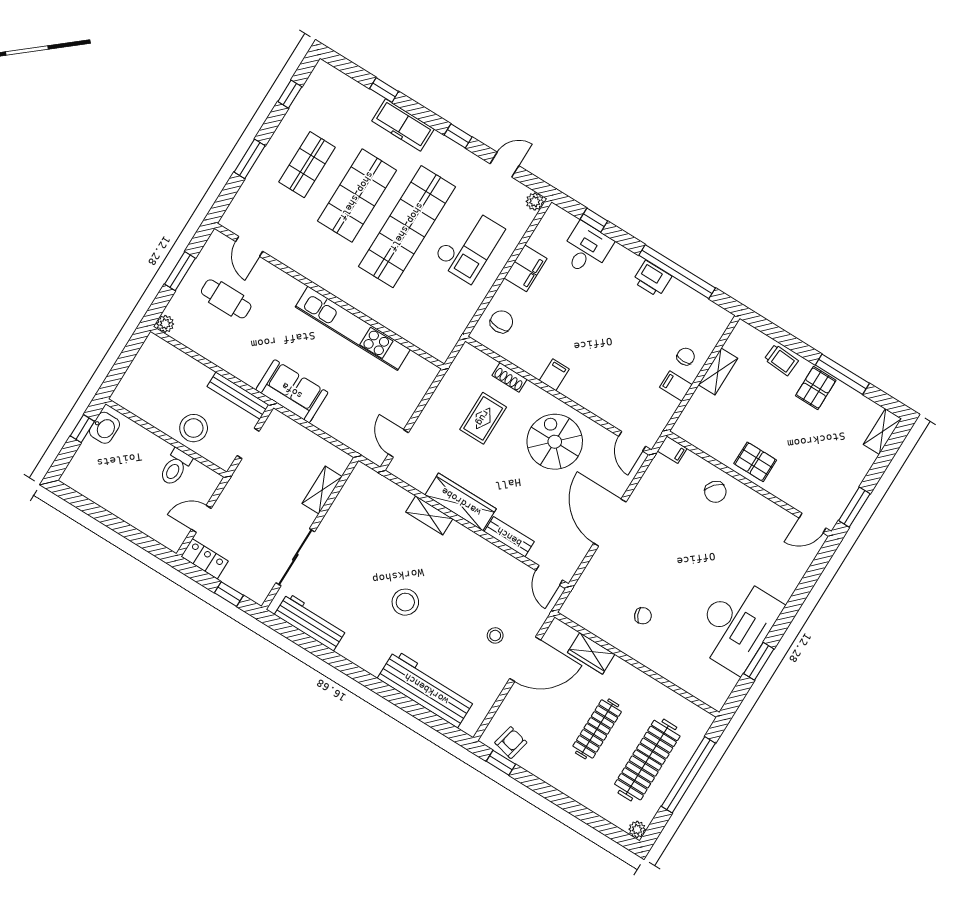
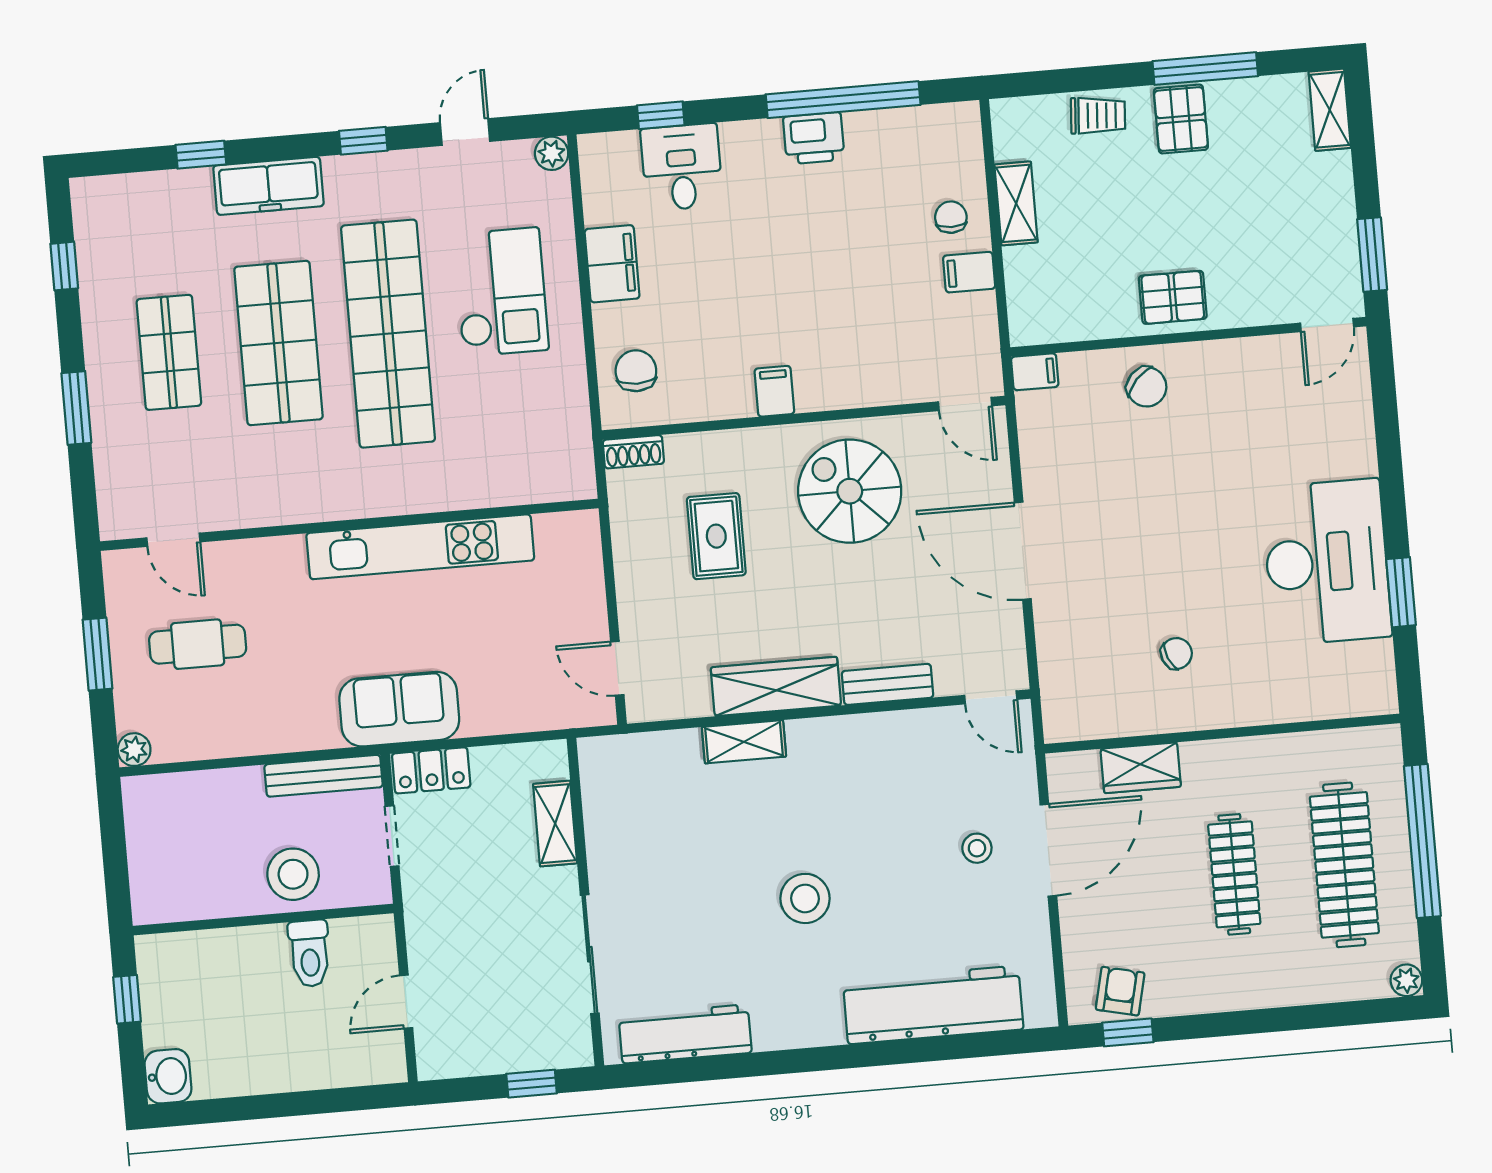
shoe rack: (509, 377) -> (633, 452), moved
washbasin: (104, 428) -> (168, 1076), moved
locker: (205, 559) -> (431, 770), moved, turned 180

